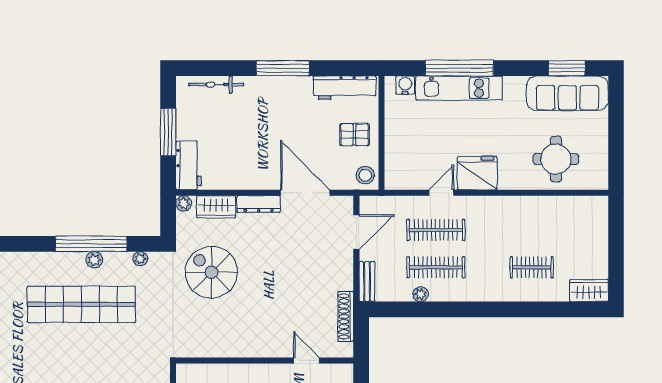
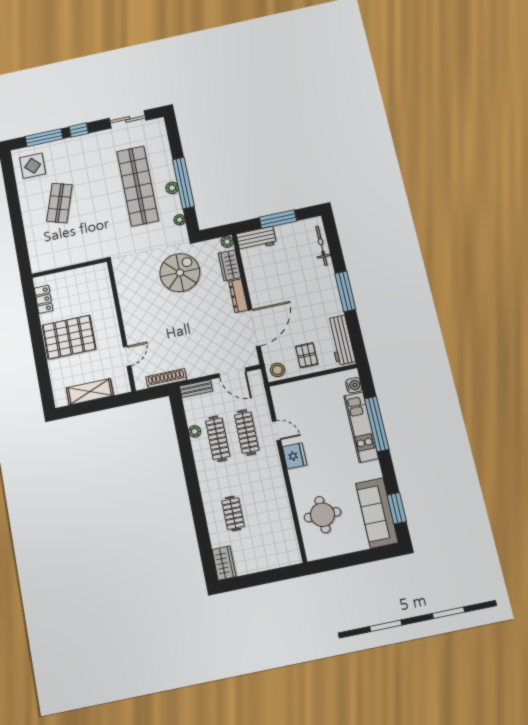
fridge: (477, 173) -> (295, 456), width x0.73, depth x0.75

